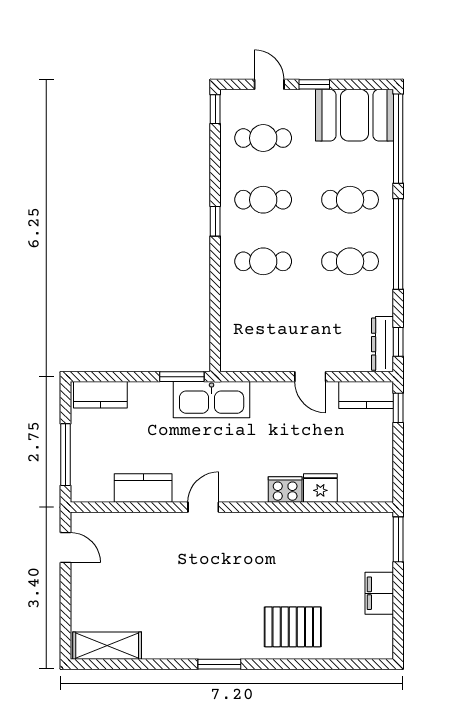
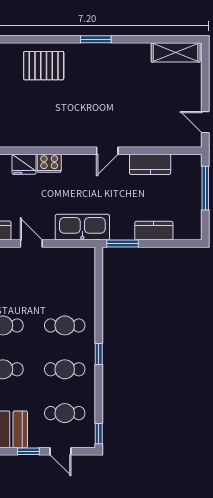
kitchen counter: (100, 395) -> (154, 231), moved
kitchen sink: (212, 400) -> (82, 227), moved

